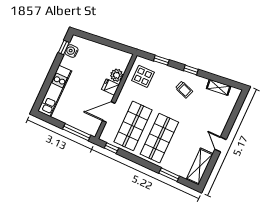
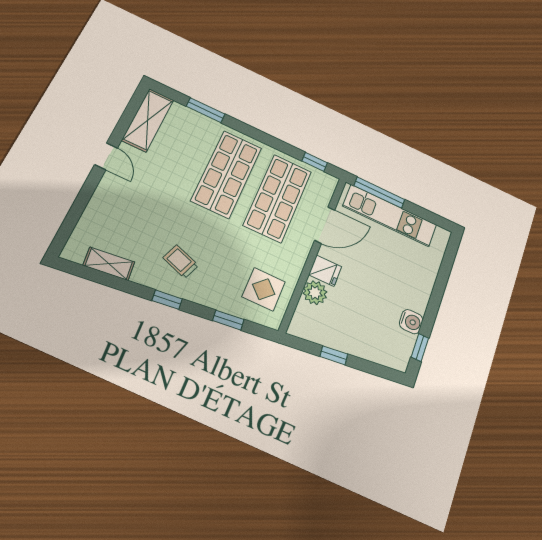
window: (109, 43) -> (334, 355), added
water cooler: (71, 51) -> (411, 322), moved
kitchen unit: (55, 91) -> (390, 215), moved, turned -90

